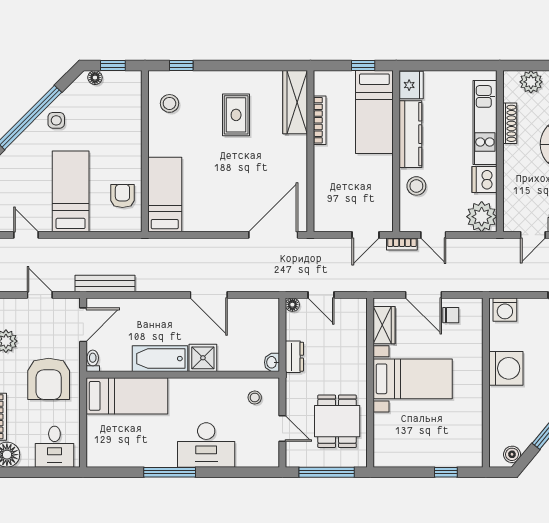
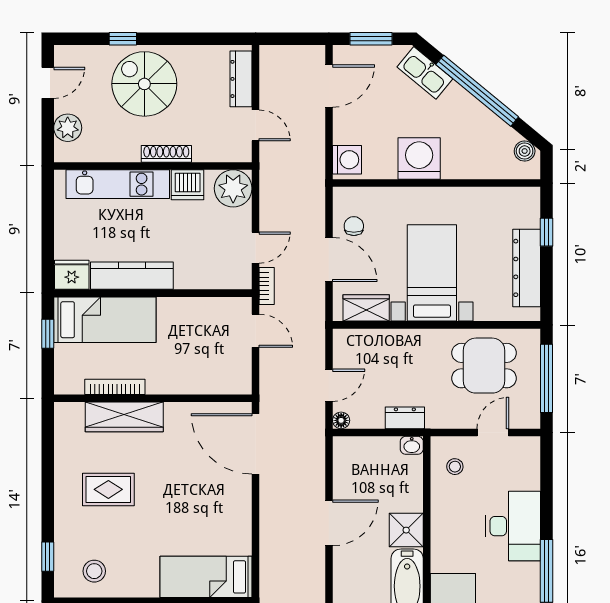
wardrobe: (295, 102) -> (124, 417), moved
shoe rack: (510, 123) -> (166, 154), moved
stool: (416, 186) -> (195, 268), removed
door: (424, 295) -> (329, 260), hinge flipped
dresser: (417, 456) -> (527, 268), added

